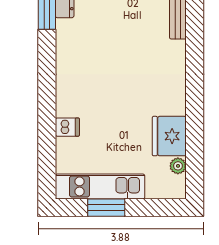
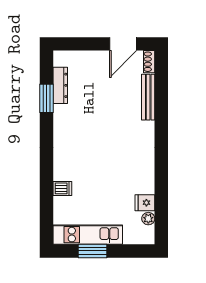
fridge: (169, 136) -> (145, 203), width x0.53, depth x0.75

